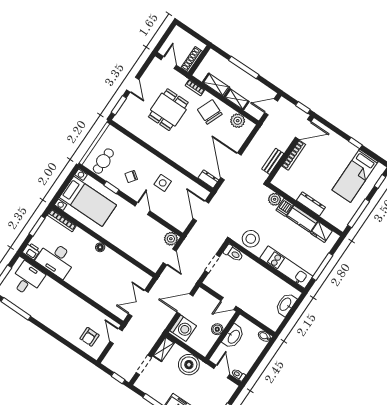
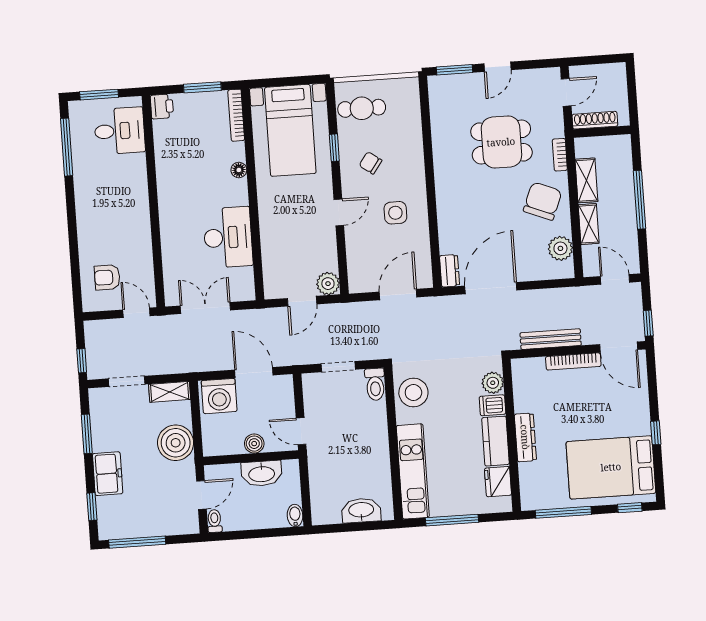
bench: (273, 161) -> (551, 339), width x1.36
bed: (355, 176) -> (611, 467), width x1.50
floor lamp: (100, 247) -> (239, 170), moved
desk: (56, 259) -> (228, 237), moved, turned 180
door: (116, 336) -> (136, 313), hinge flipped

